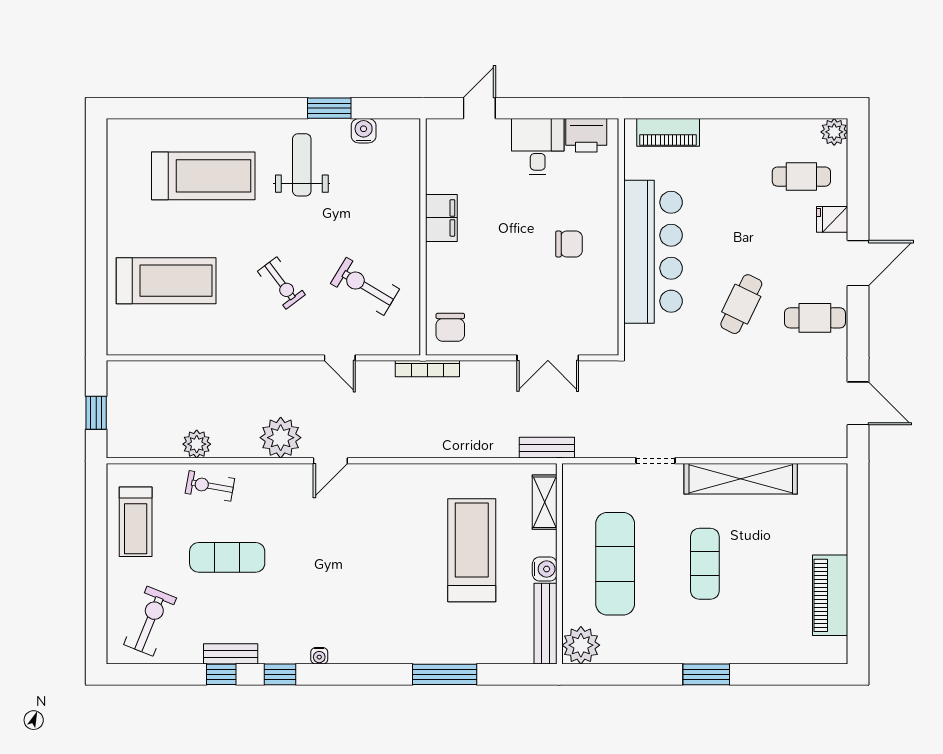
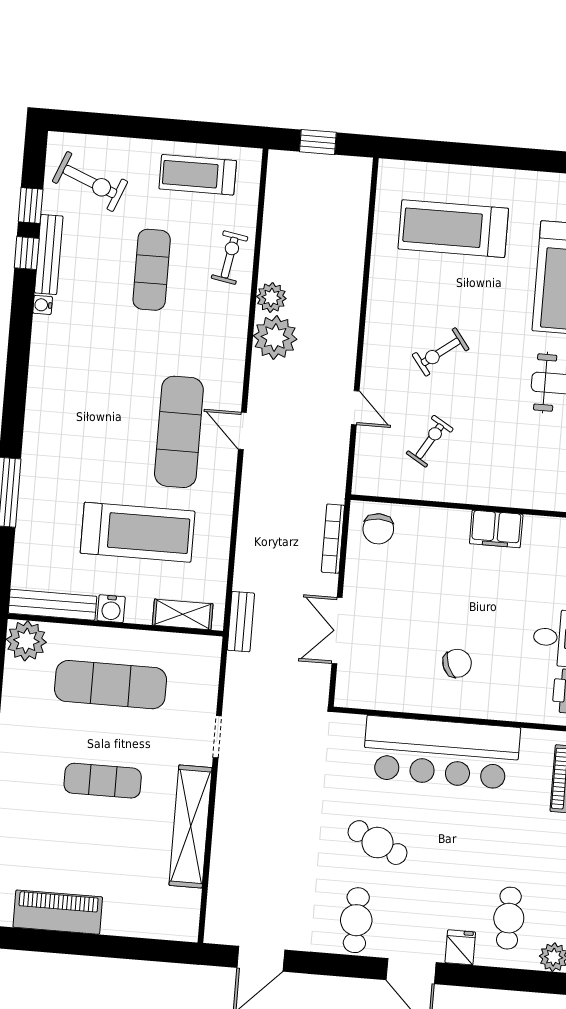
chair: (569, 244) -> (457, 663), turned -112
treadmill: (166, 281) -> (453, 229), turned 90
exercise bike: (365, 286) -> (430, 441), width x0.73, depth x0.72
chair: (450, 327) -> (378, 529), turned -90
door: (340, 358) -> (355, 408), swing flipped
bookcase: (427, 369) -> (333, 539), moved
plant: (197, 444) -> (271, 297), moved
door: (330, 461) -> (242, 431), moved
exercise mat: (375, 520) -> (179, 432), added
bench: (231, 654) -> (49, 254), width x1.36
water cooler: (319, 656) -> (43, 305), moved
window: (280, 674) -> (31, 205), moved

